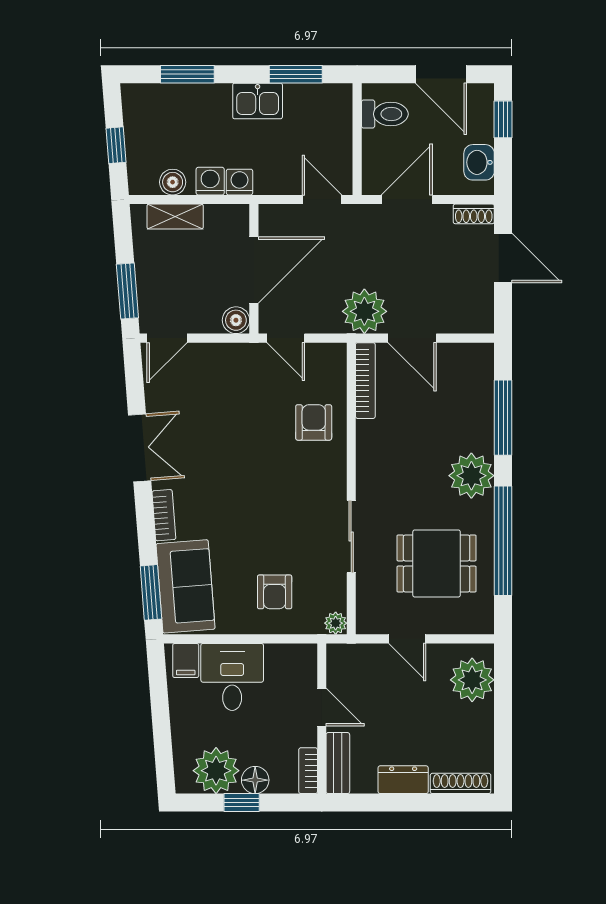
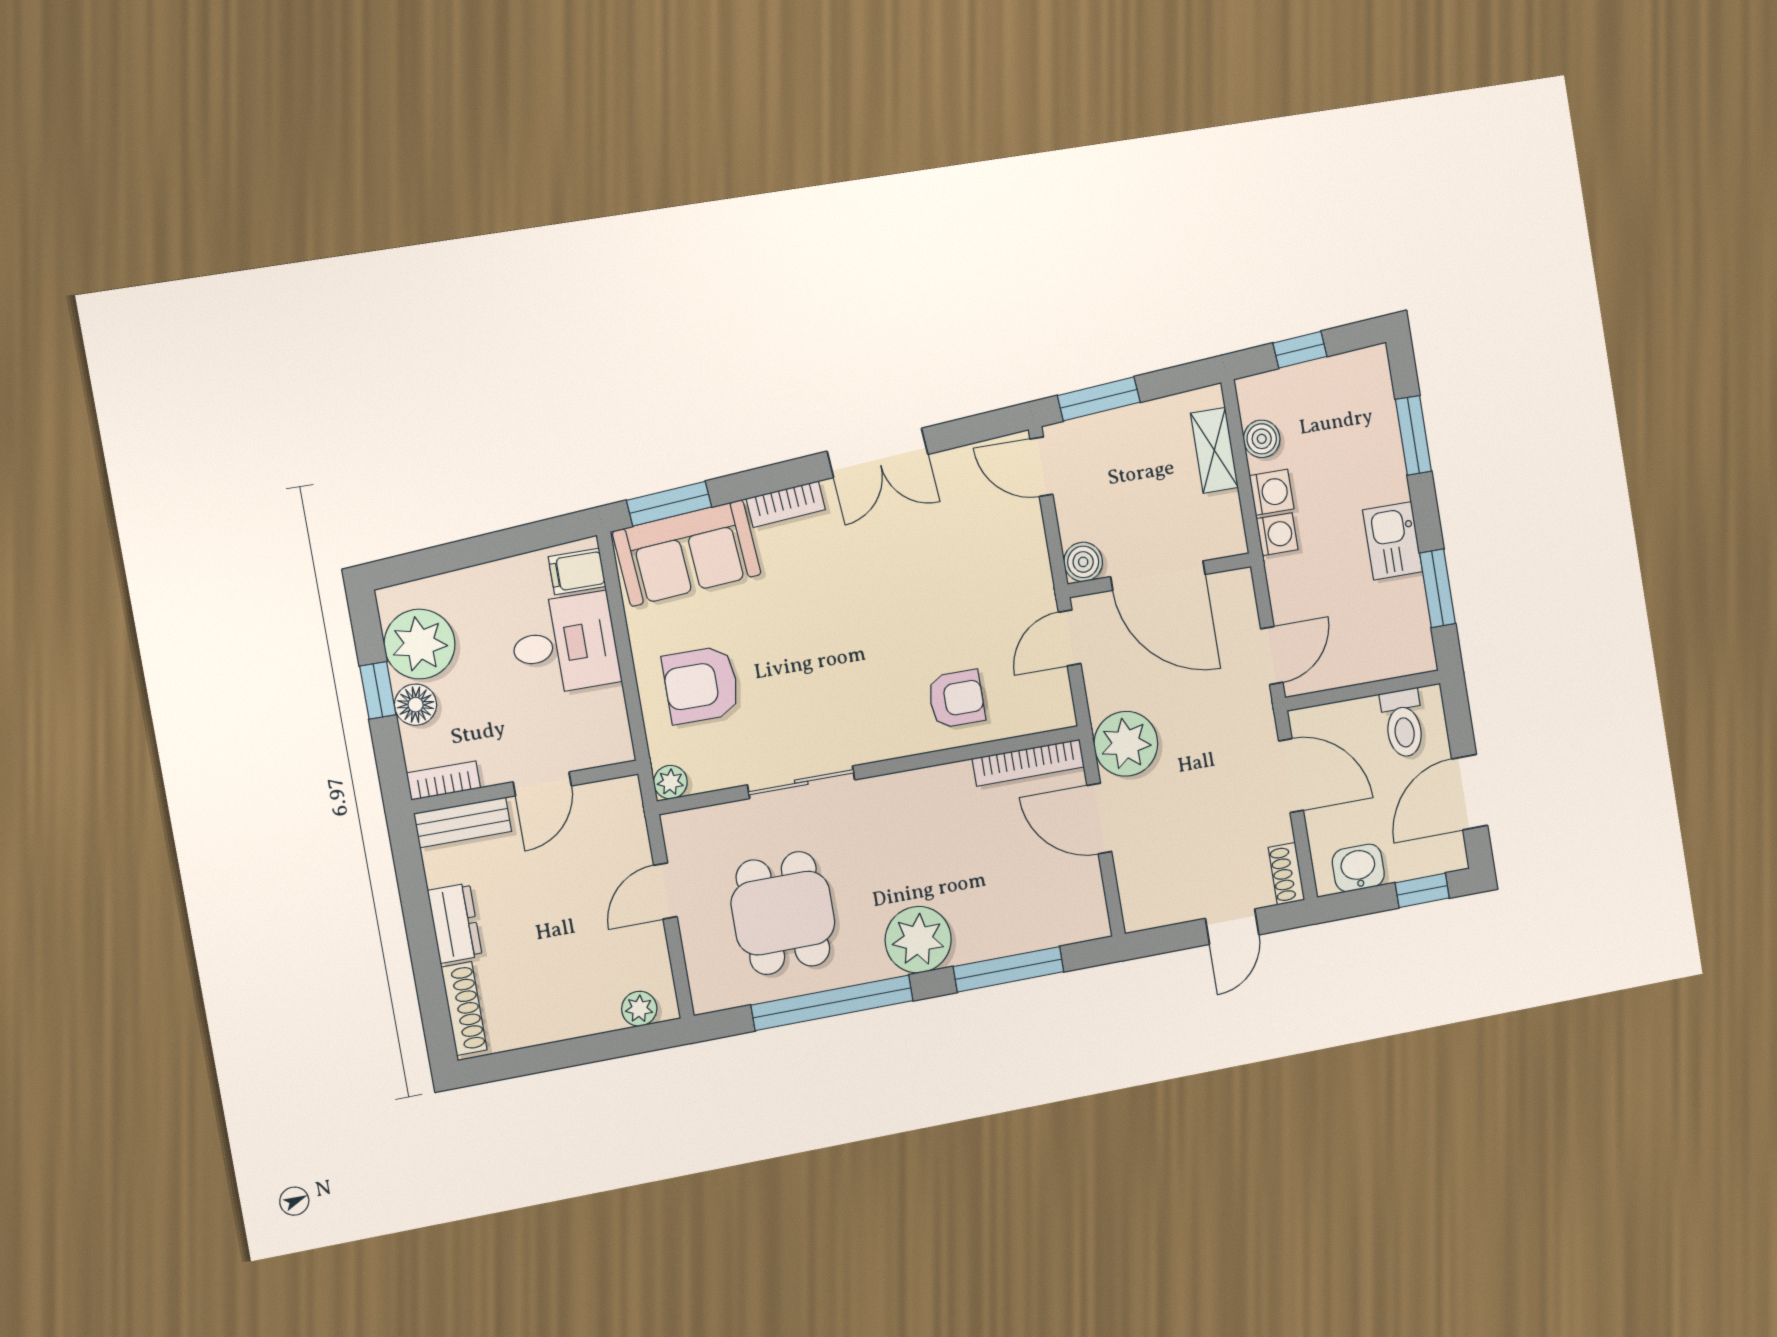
door: (503, 258) -> (1232, 927), width x0.73
door: (412, 338) -> (1099, 819), hinge flipped
armchair: (275, 592) -> (701, 685), width x1.38, depth x1.38
plant: (472, 680) -> (639, 1009), width x0.53, depth x0.53

